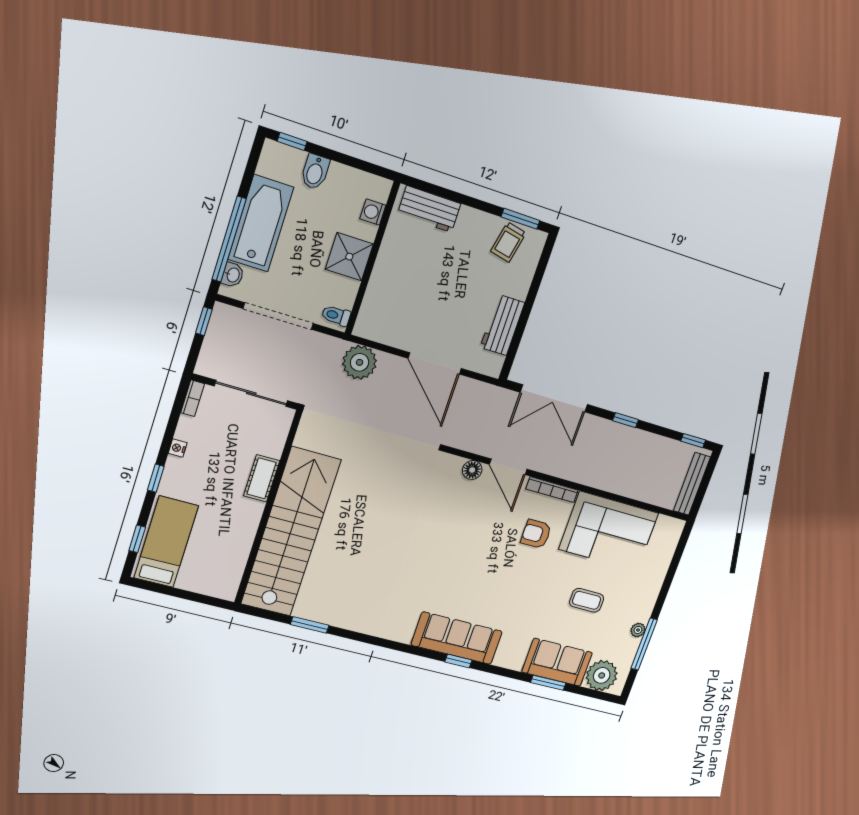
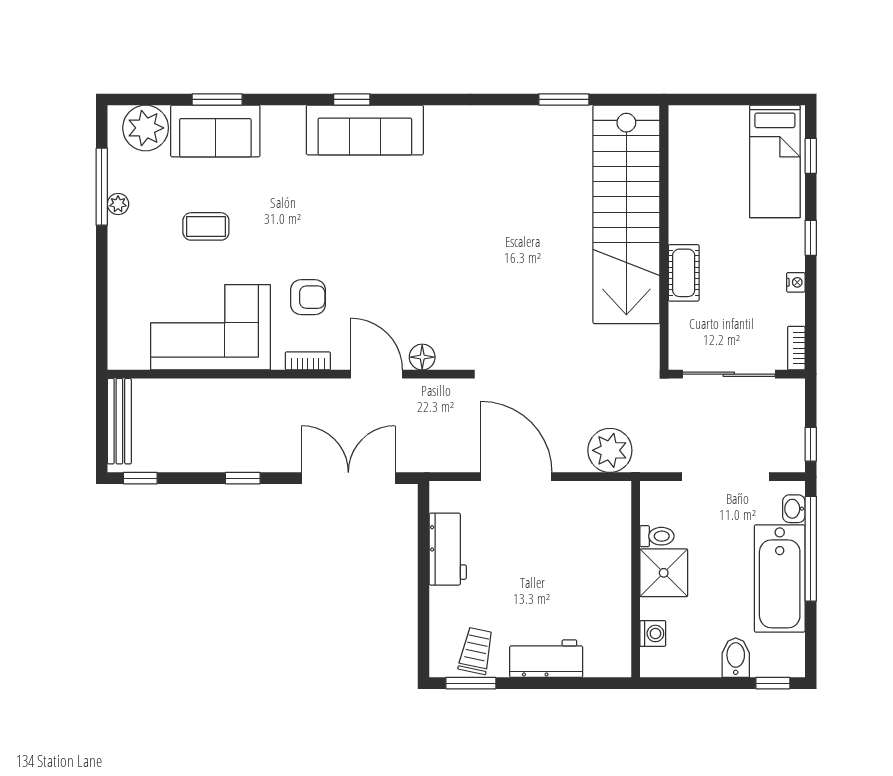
workbench: (429, 209) -> (546, 659), moved
toilet: (336, 316) -> (657, 536), moved
bookcase: (552, 490) -> (308, 361), width x0.64

